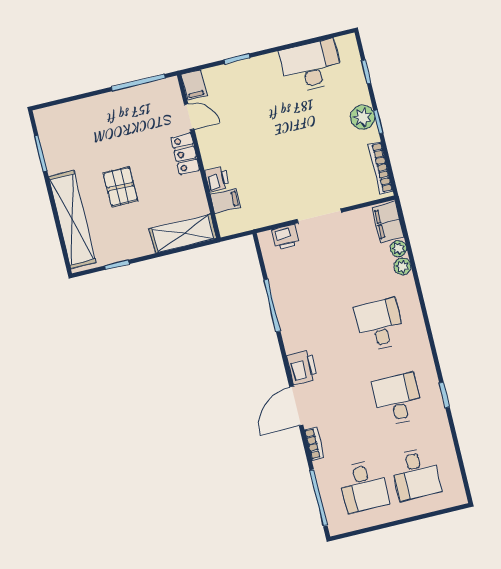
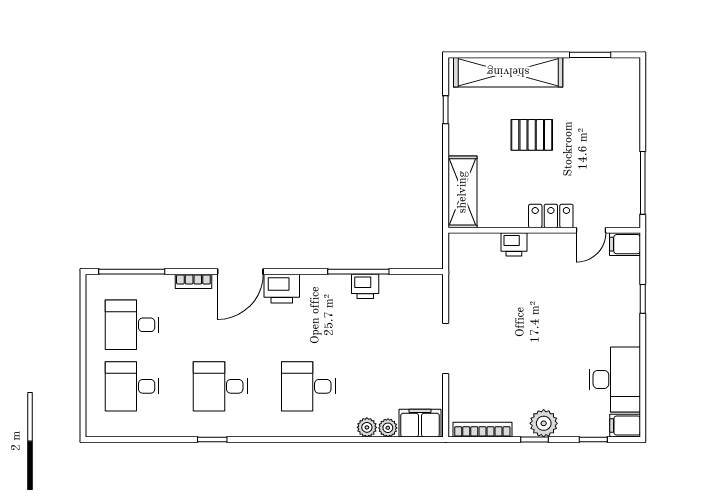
filing cabinet: (225, 201) -> (625, 426), moved, turned 90
printer: (286, 237) -> (365, 286), moved, turned -90
desk: (380, 325) -> (308, 386), turned 180
desk: (398, 399) -> (220, 386), turned 180
door: (296, 406) -> (240, 272), swing flipped

